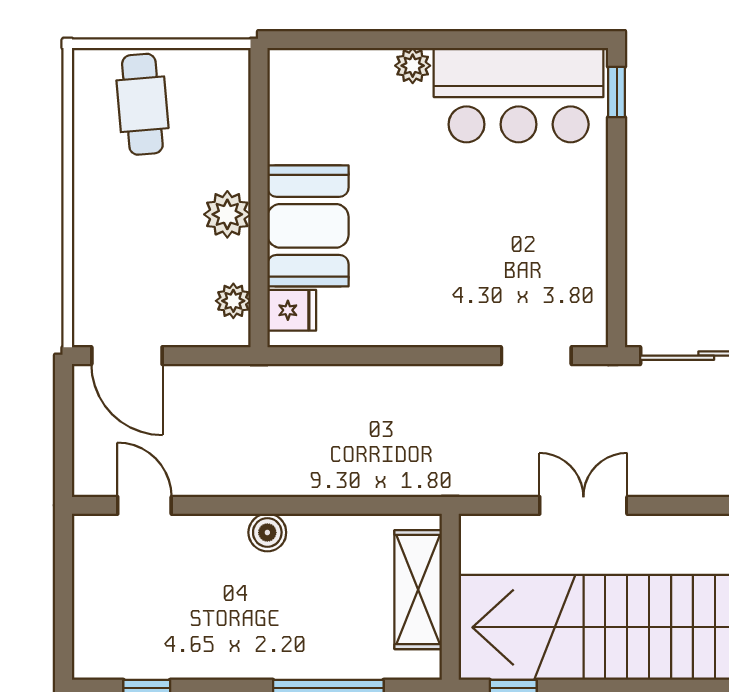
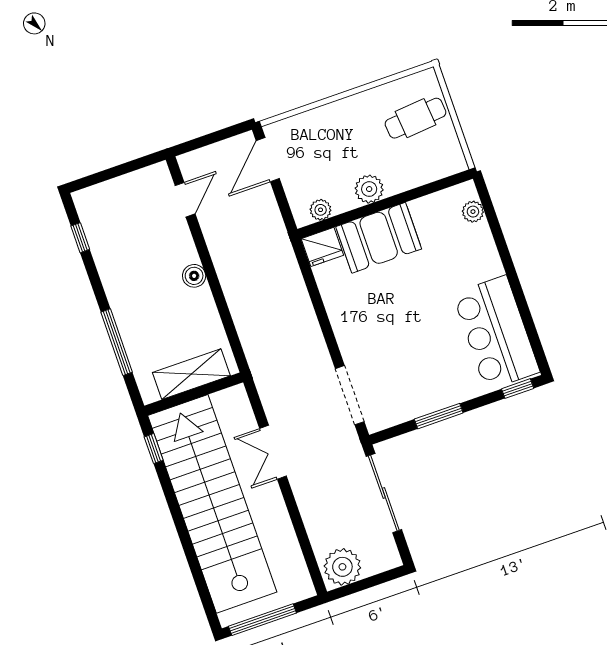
plant: (413, 66) -> (473, 212), moved
window: (617, 229) -> (439, 416), added
fridge: (292, 310) -> (322, 247), width x1.38
doorway: (536, 356) -> (350, 395), width x1.38
double door: (583, 505) -> (273, 452), swing flipped

